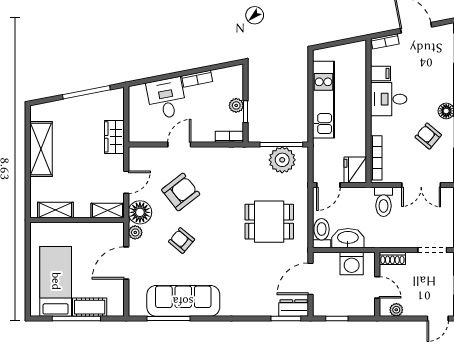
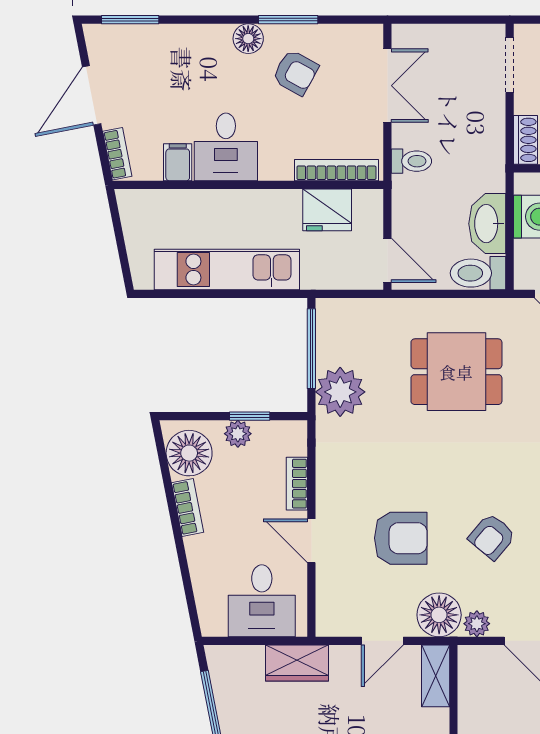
floor lamp: (226, 80) -> (189, 453), added
desk: (166, 98) -> (262, 601), moved, turned -79
armchair: (428, 136) -> (295, 73), turned -101
bookcase: (229, 137) -> (297, 484), moved
plant: (282, 160) -> (340, 392), moved
fridge: (355, 170) -> (327, 210), moved
door: (126, 182) -> (382, 641), swing flipped
armchair: (181, 192) -> (401, 538), turned 128
toilet: (383, 202) -> (411, 161), width x0.73, depth x0.72
dining table: (269, 222) -> (456, 372), turned 90

